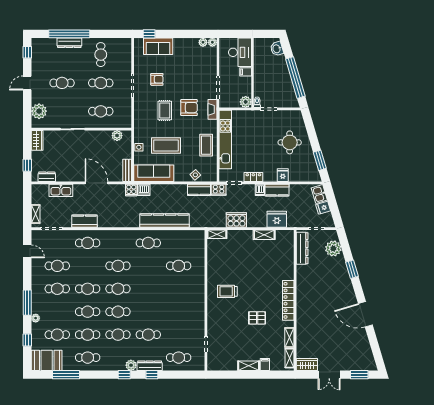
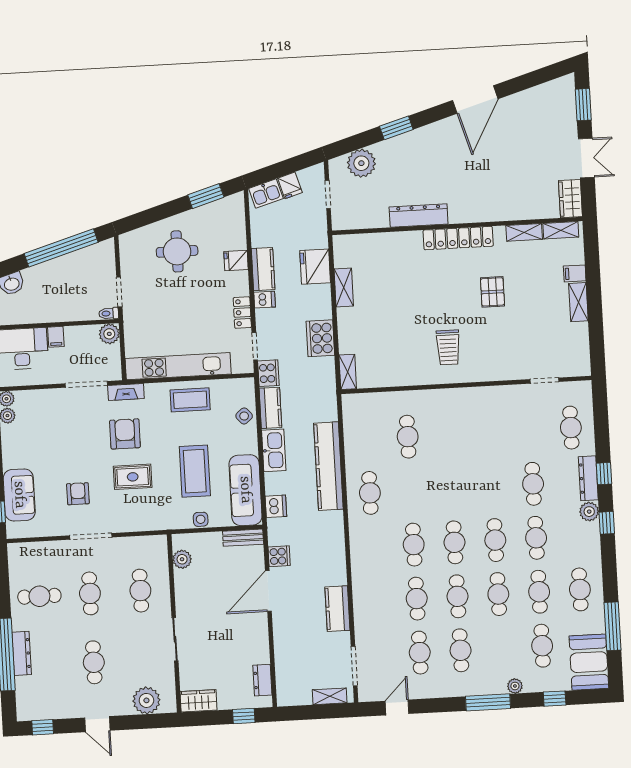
kitchen sink: (61, 190) -> (274, 450), moved
cooker: (131, 190) -> (279, 556), moved
cafe table: (88, 243) -> (417, 599), moved
dresser: (302, 248) -> (419, 216), moved

